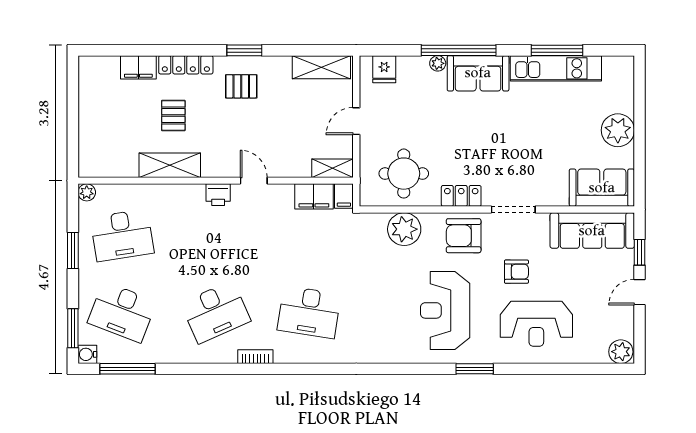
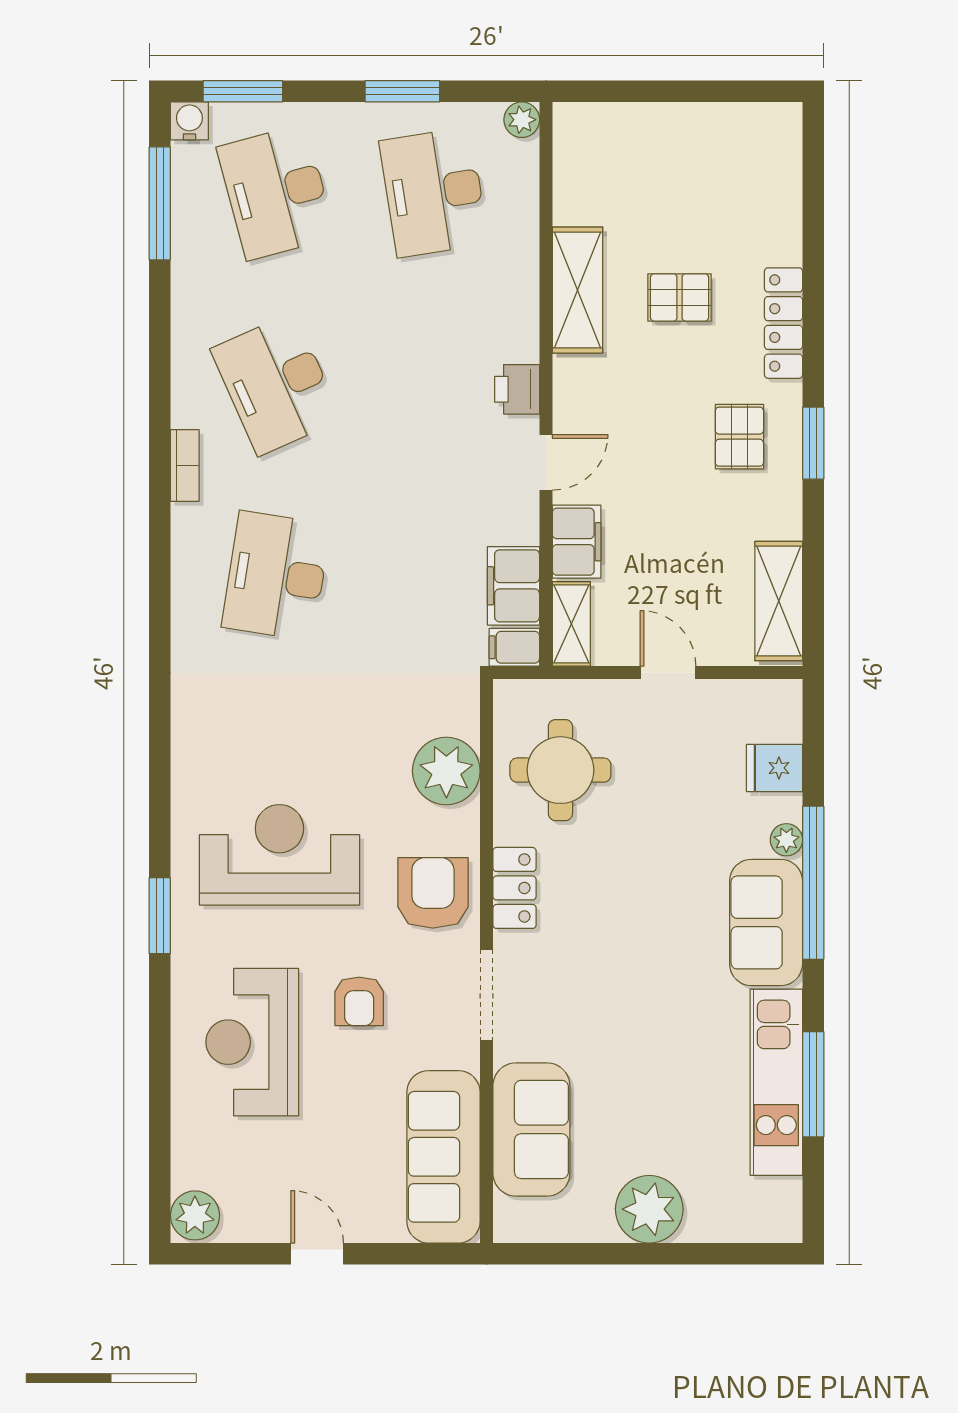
filing cabinet: (138, 67) -> (577, 542), moved, turned 180
fridge: (384, 69) -> (774, 768), moved
sofa: (602, 188) -> (531, 1129), moved
window: (640, 252) -> (399, 1254), removed
desk: (122, 312) -> (276, 192), turned -36

